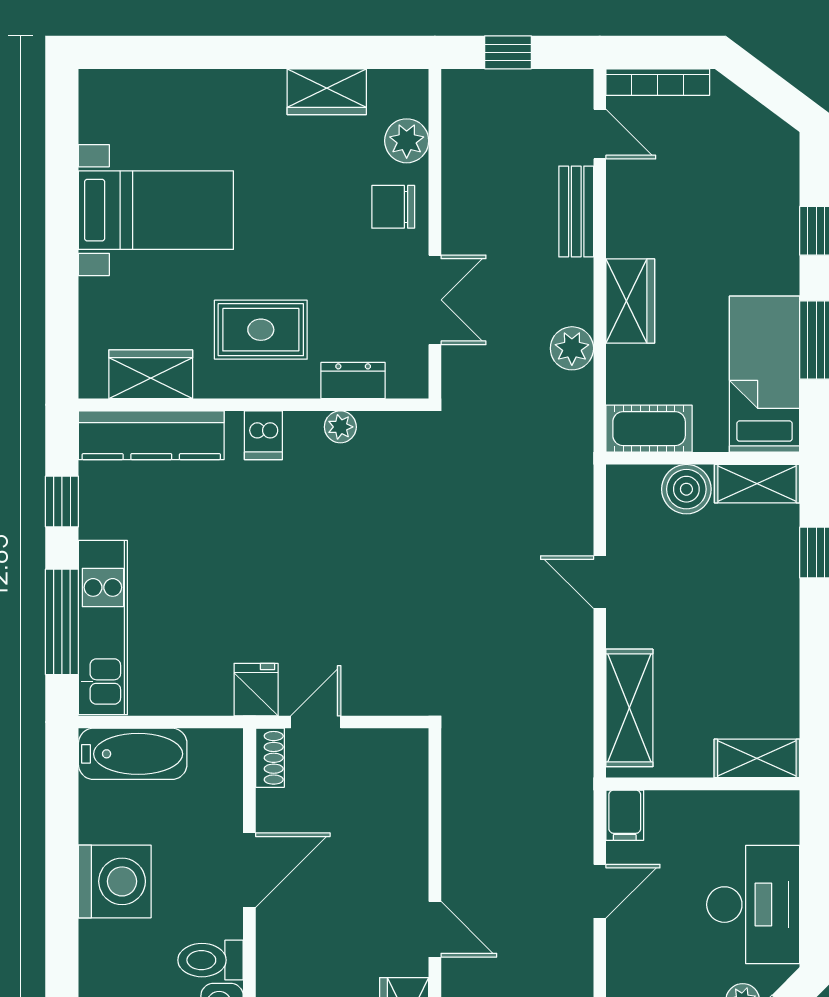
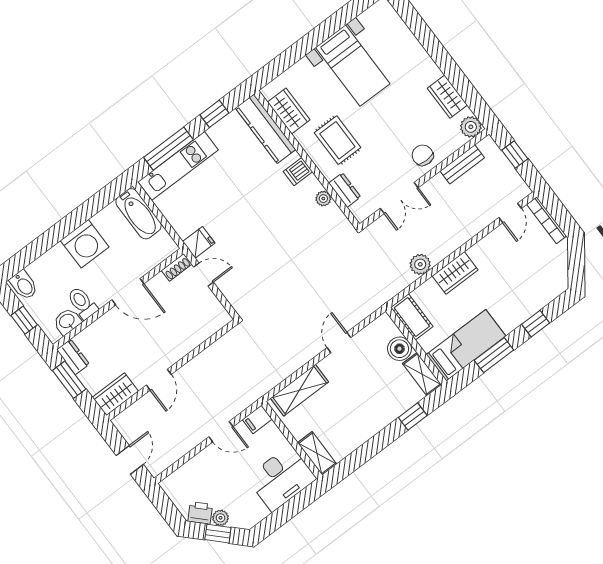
plant: (407, 141) -> (471, 127), moved
bench: (576, 212) -> (462, 164), moved
desk: (753, 905) -> (281, 478), moved

